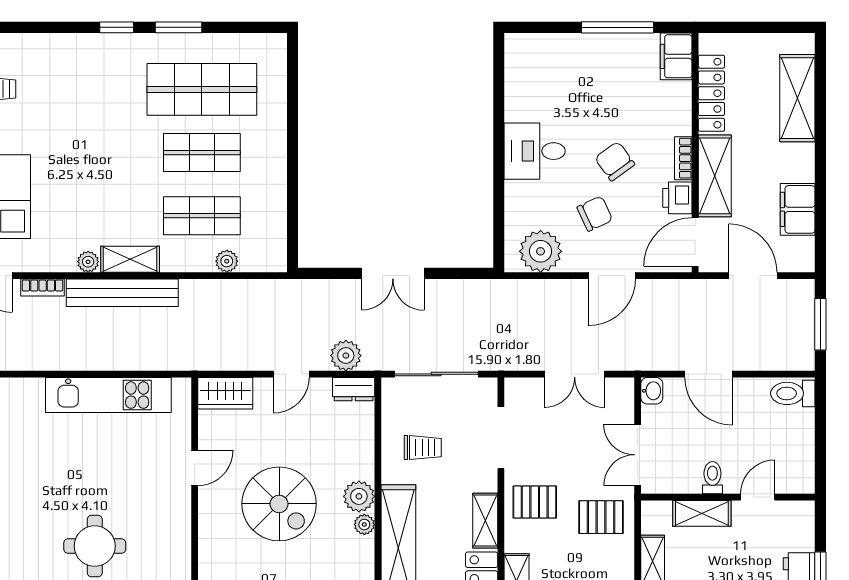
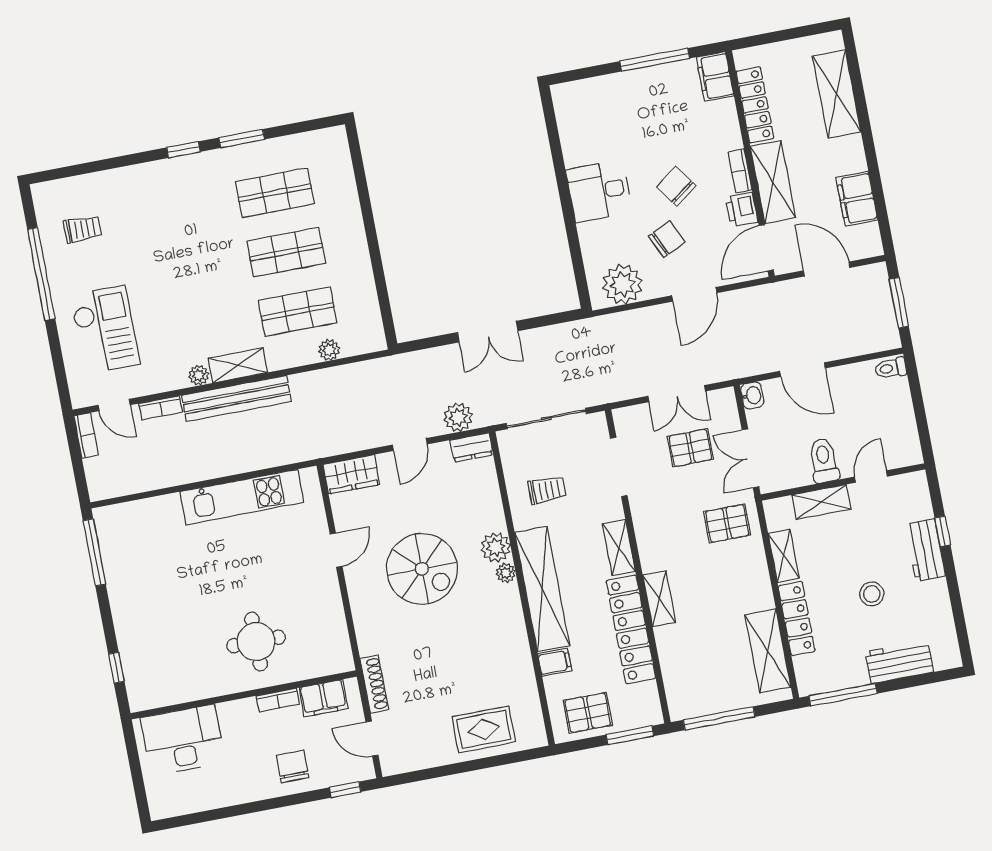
shop shelf: (202, 89) -> (275, 193), width x0.70, depth x0.74
toilet: (793, 393) -> (891, 368), width x0.73, depth x0.72
toilet: (712, 478) -> (824, 460), width x1.37, depth x1.39
pallet: (535, 502) -> (690, 448), moved

